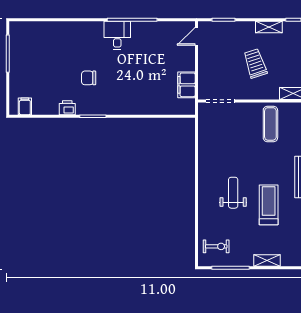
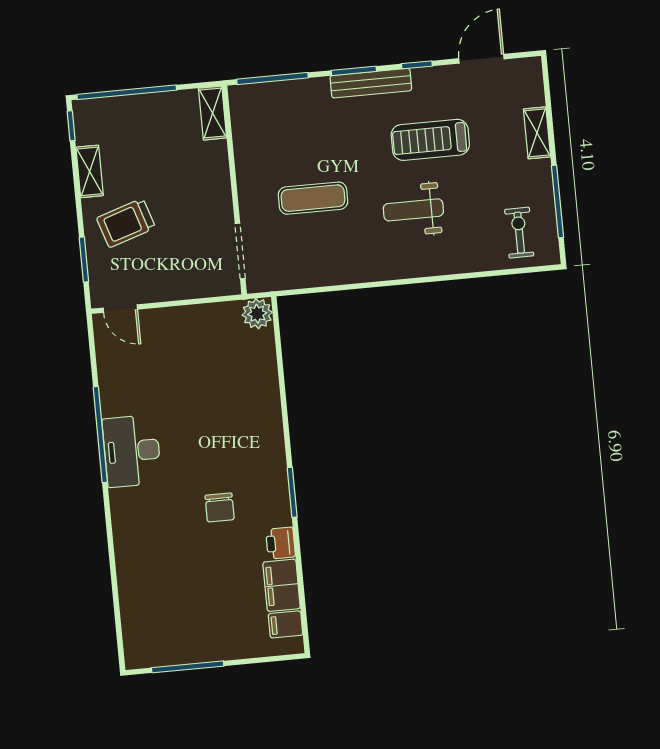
desk: (117, 35) -> (132, 451), width x1.37
trolley: (255, 63) -> (126, 223), moved
filing cabinet: (186, 85) -> (282, 585), moved, turned 90
plant: (187, 107) -> (257, 314), added
exercise mat: (270, 124) -> (313, 198), moved

